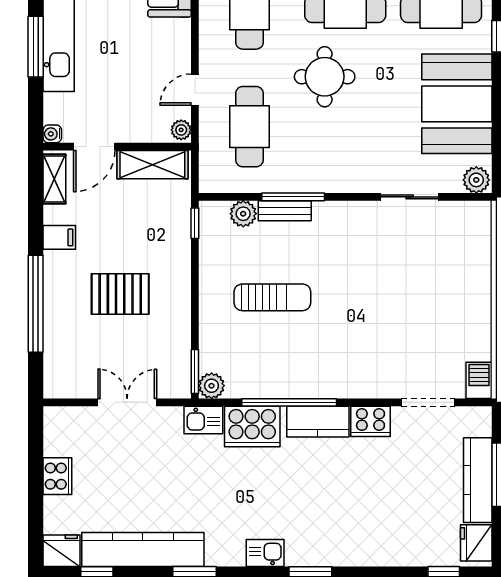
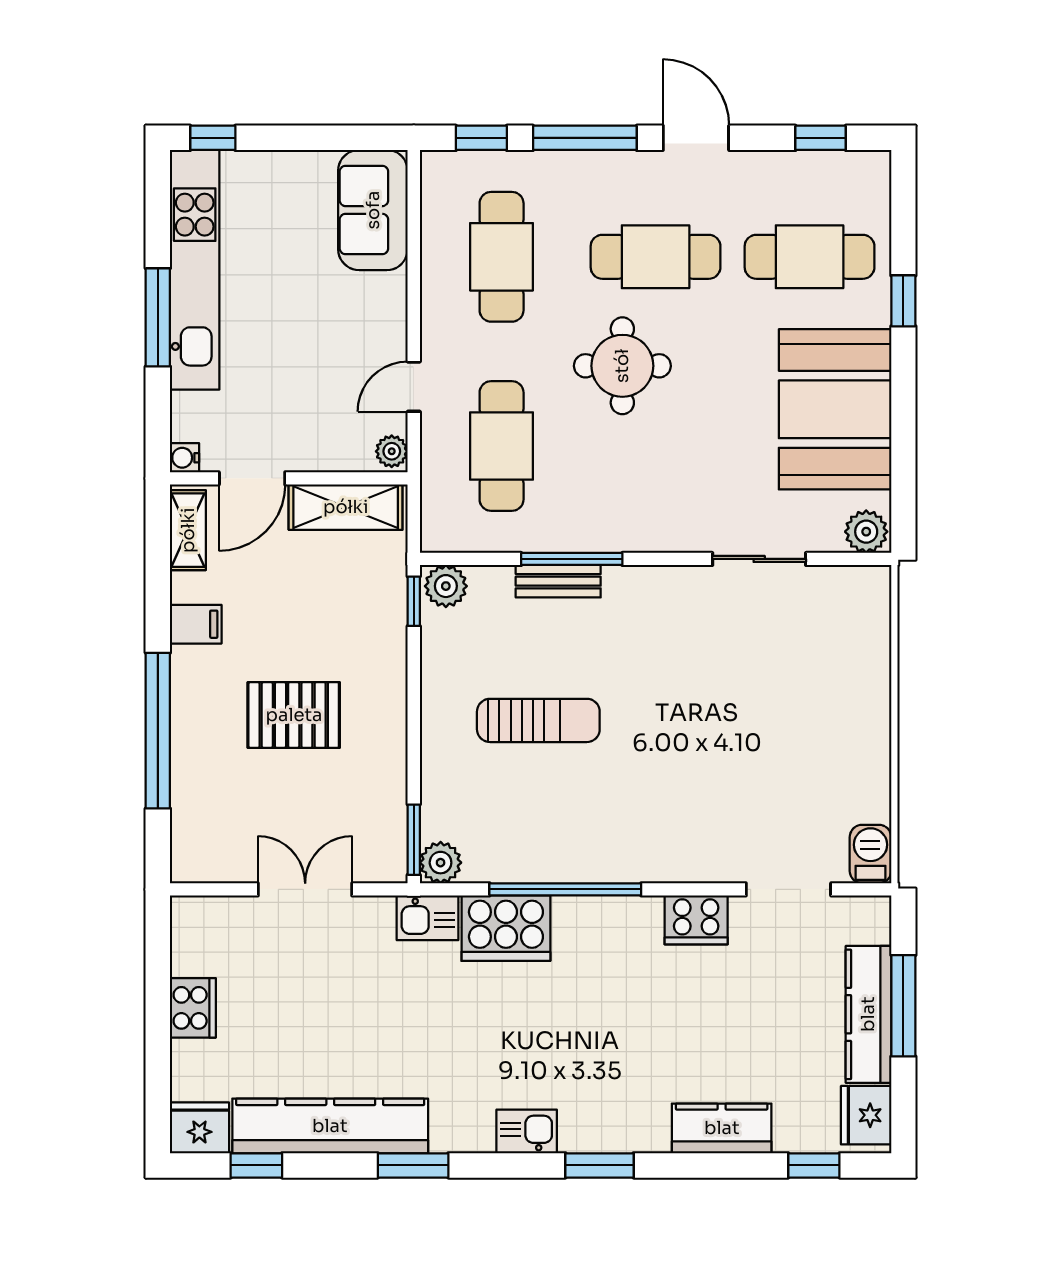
plant: (243, 214) -> (446, 586), moved
kitchen counter: (318, 422) -> (722, 1128), moved, turned 180

